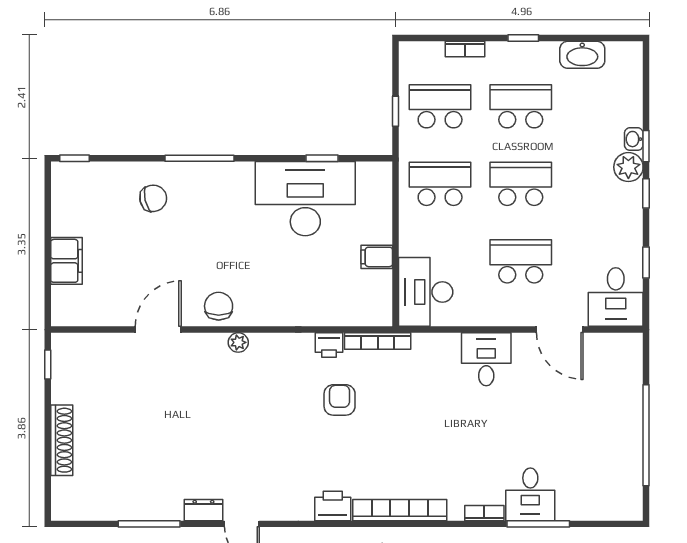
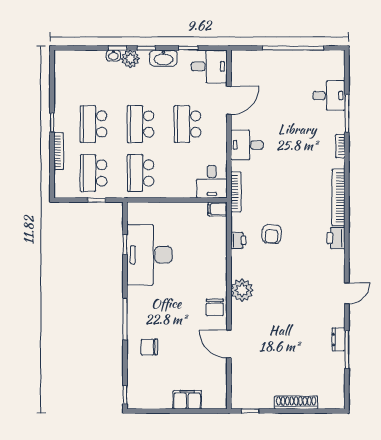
bookcase: (465, 49) -> (59, 151), width x1.56
washbasin: (582, 55) -> (163, 58), moved, turned 90
chair: (153, 198) -> (149, 347), turned -77
filing cabinet: (377, 257) -> (218, 209), moved, turned 90
desk: (426, 292) -> (212, 182), width x0.73
chair: (219, 306) -> (215, 307), turned -90
bookcase: (378, 341) -> (236, 192), moved
plant: (238, 342) -> (242, 290), width x1.88, depth x1.88
armchair: (340, 400) -> (272, 234), turned -86
desk: (530, 494) -> (329, 96), moved
dresser: (203, 510) -> (338, 340), moved

